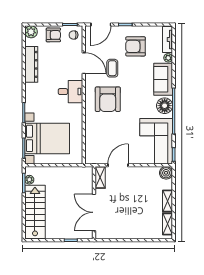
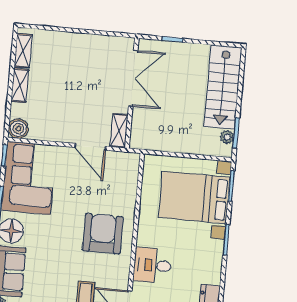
armchair: (108, 99) -> (103, 234), moved
door: (118, 165) -> (90, 147), hinge flipped

